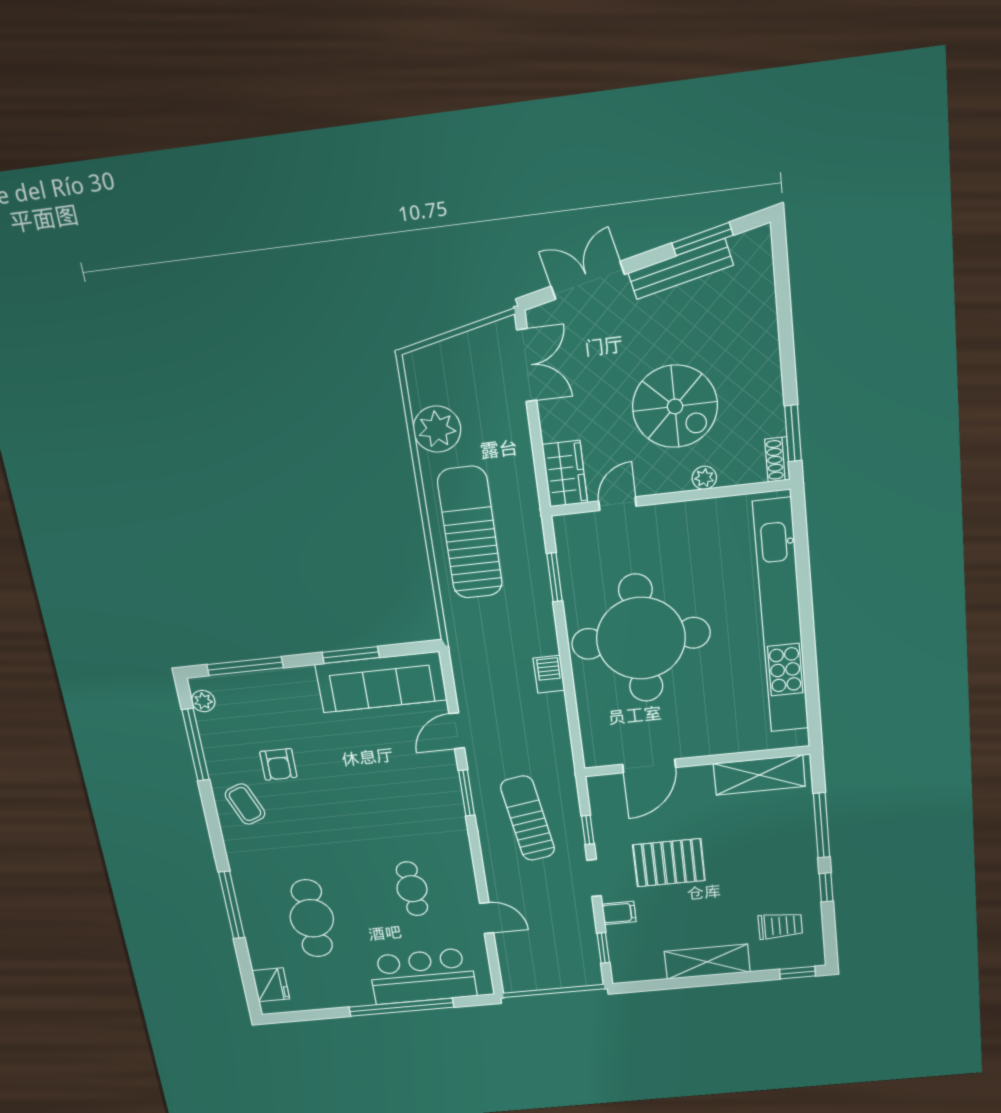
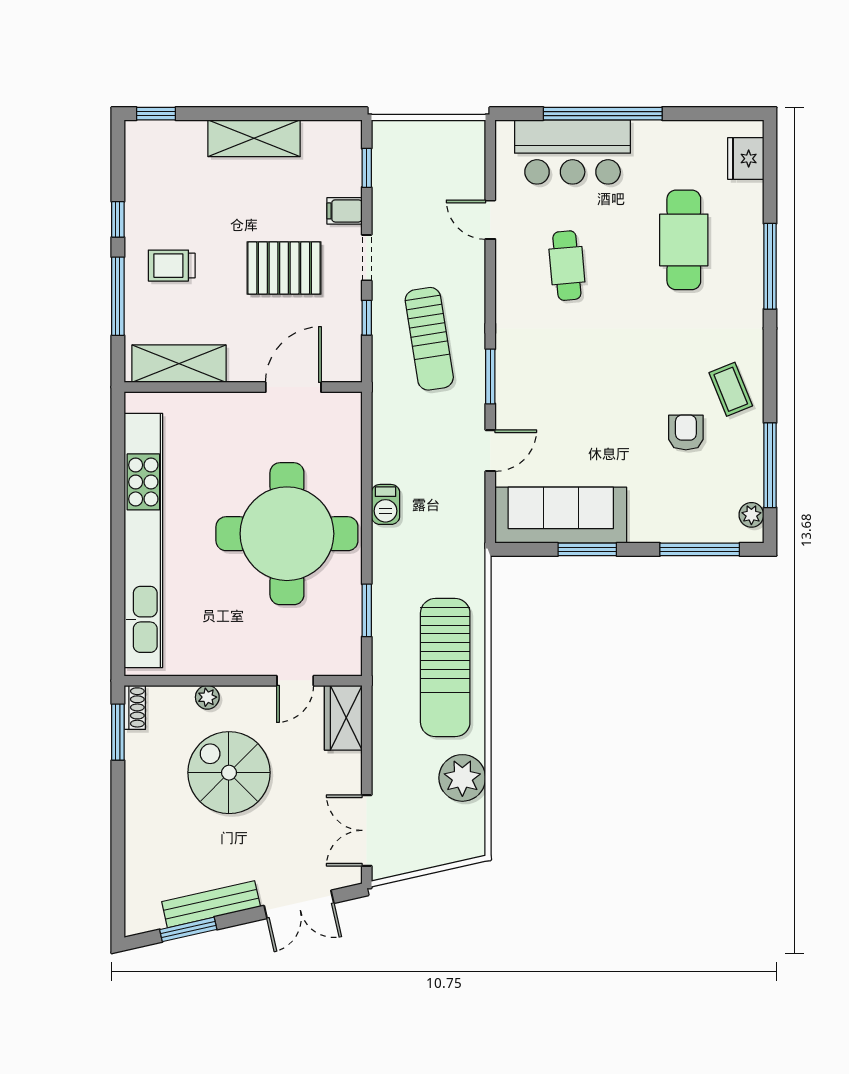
trolley: (780, 926) -> (172, 266), moved

